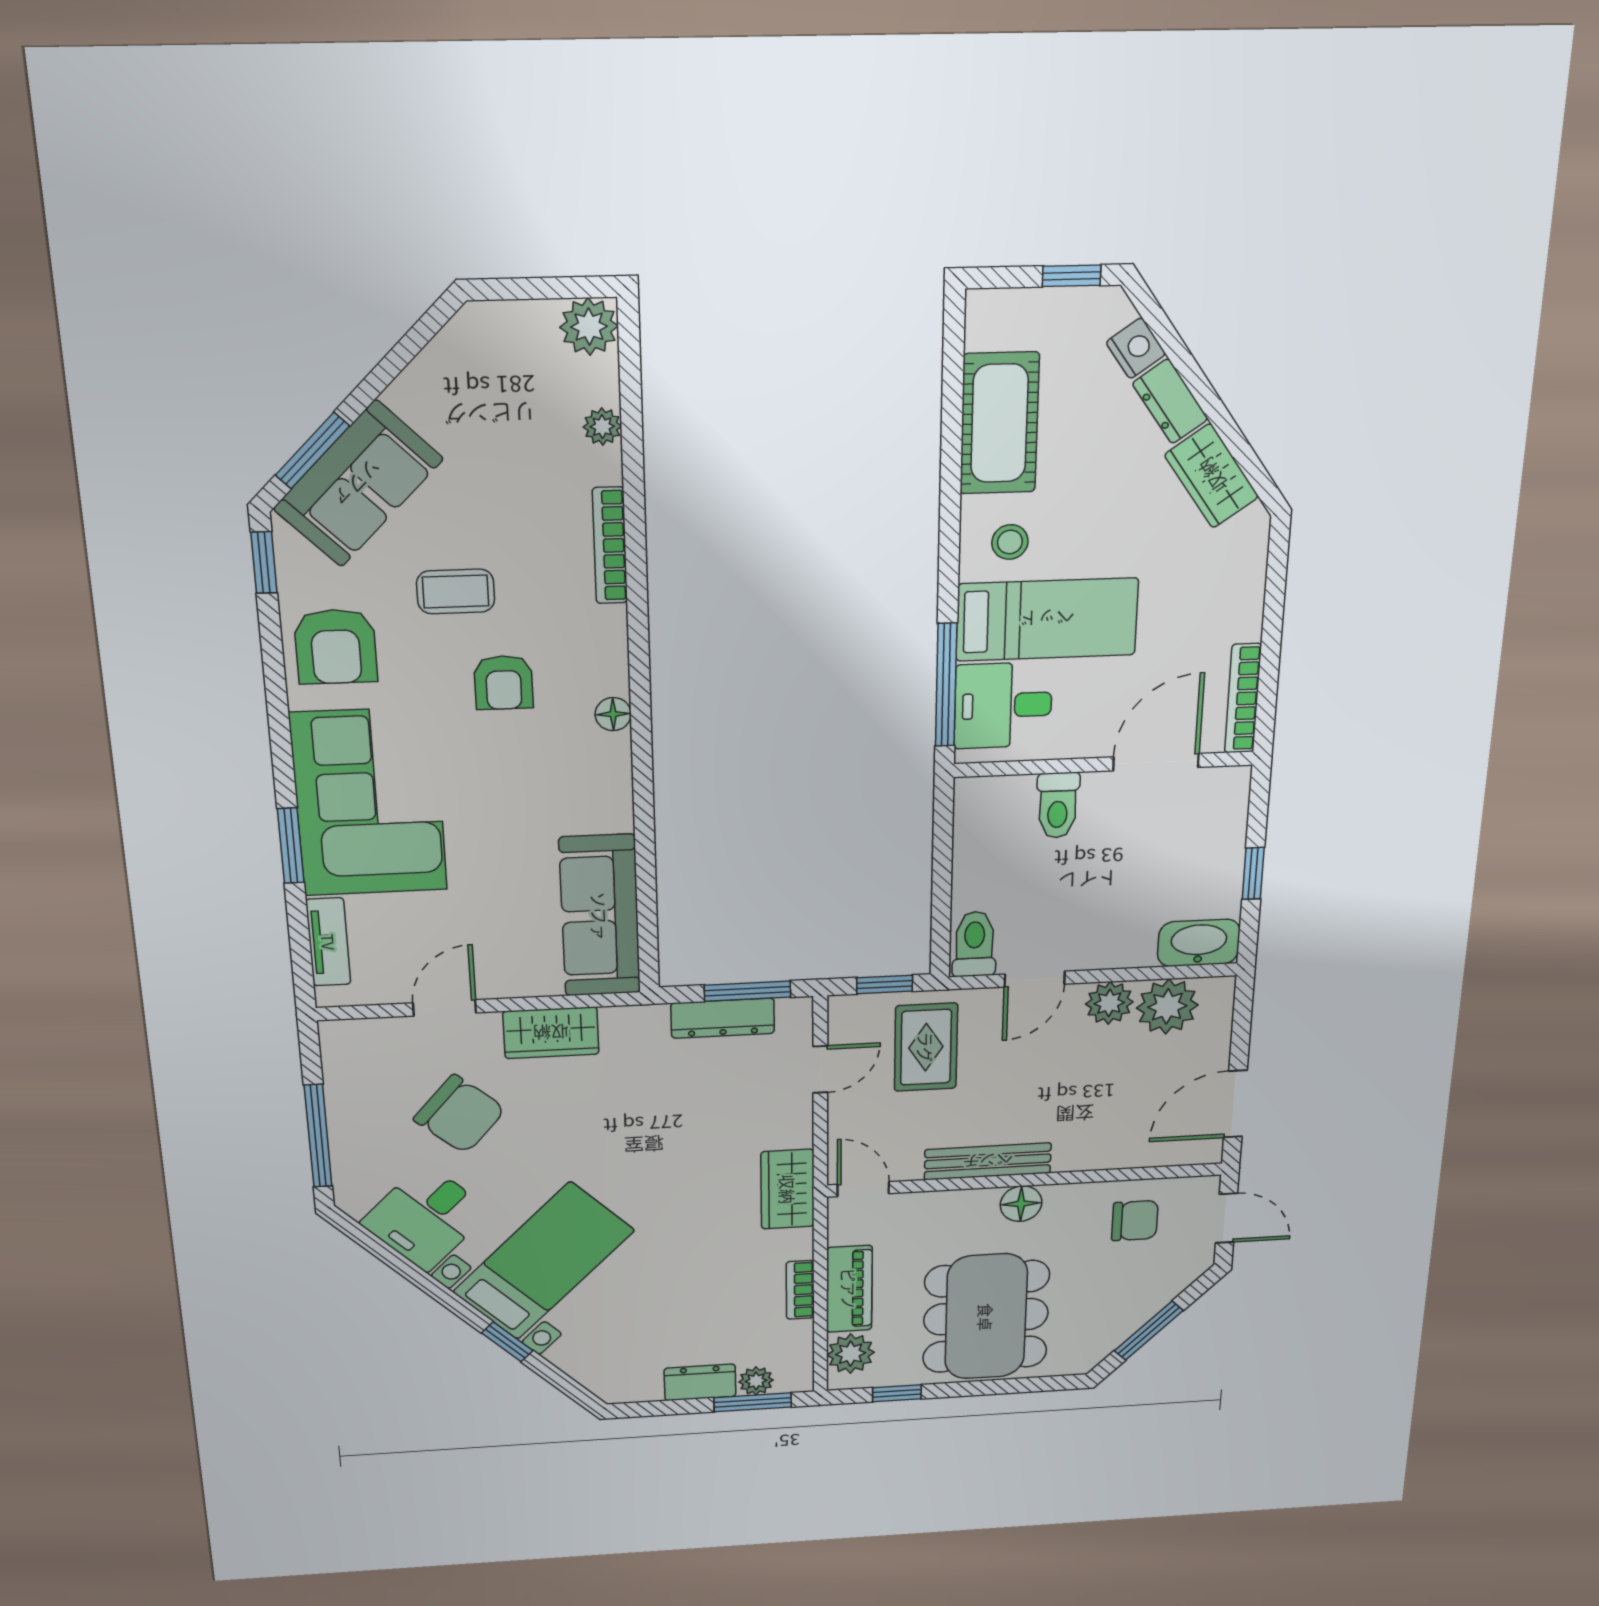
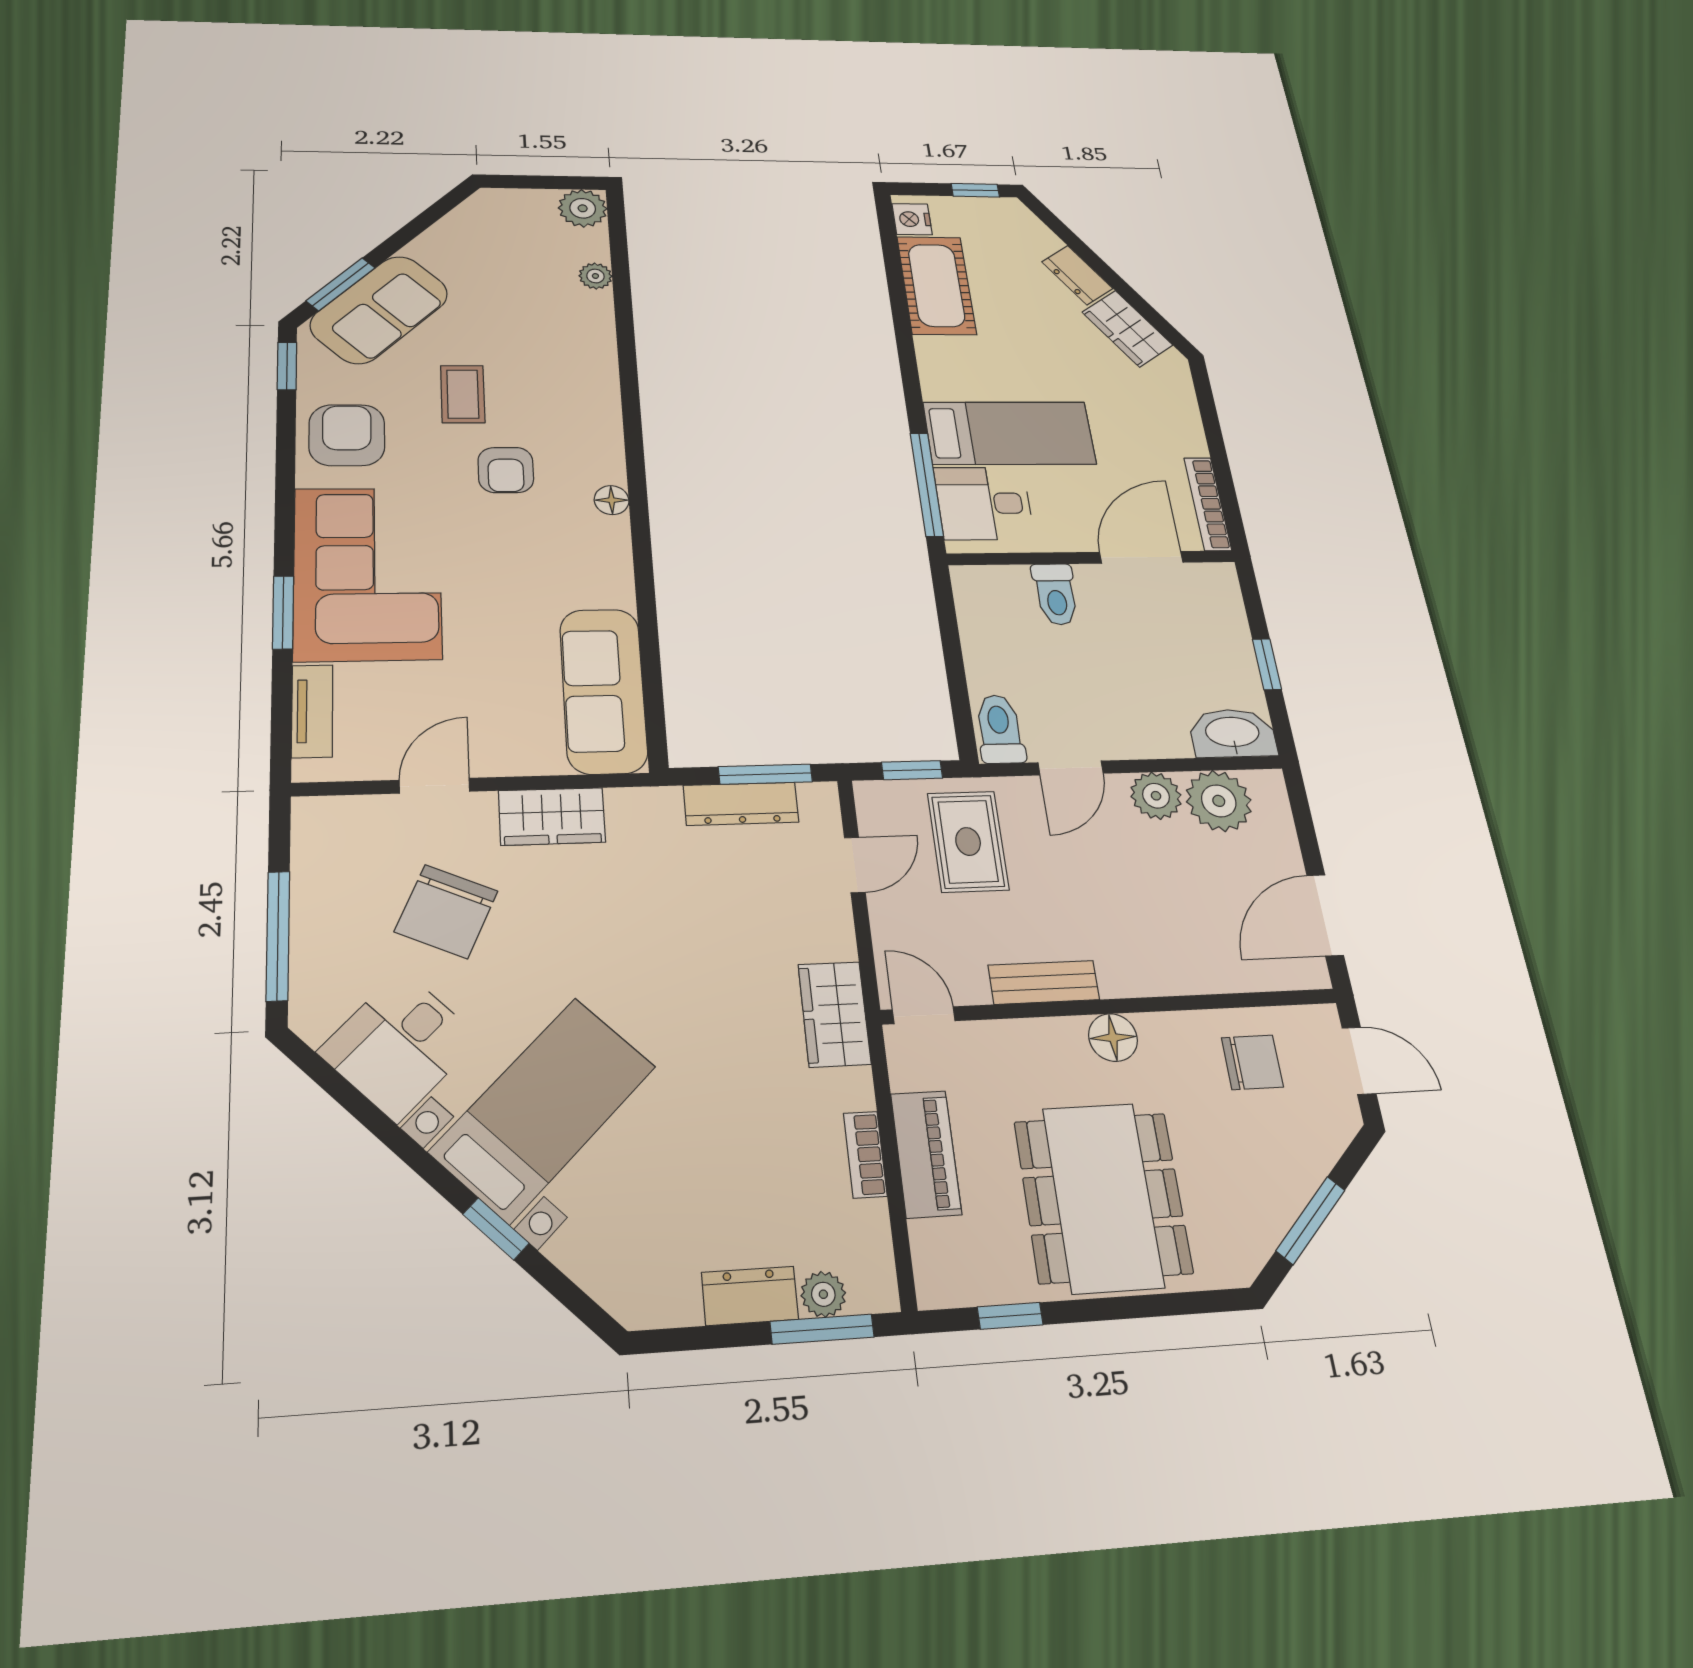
nightstand: (1136, 348) -> (912, 219), moved, turned -145
stool: (1010, 542) -> (963, 372), removed
bookcase: (610, 546) -> (605, 363), removed
coffee table: (456, 591) -> (463, 394), turned 90
armchair: (336, 647) -> (347, 435), turned 180
chair: (460, 1114) -> (446, 911), turned 73
bench: (988, 1161) -> (1044, 982), width x0.73
plant: (851, 1354) -> (941, 1252), removed

